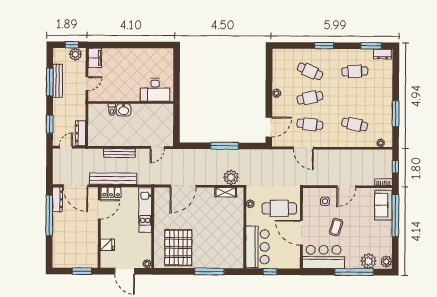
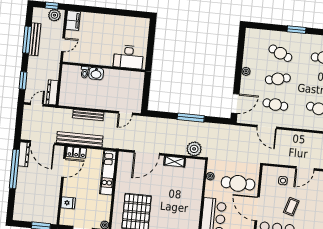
shelving: (226, 192) -> (175, 162), moved

